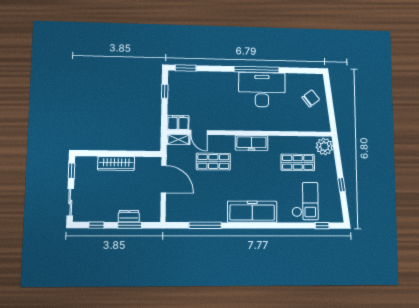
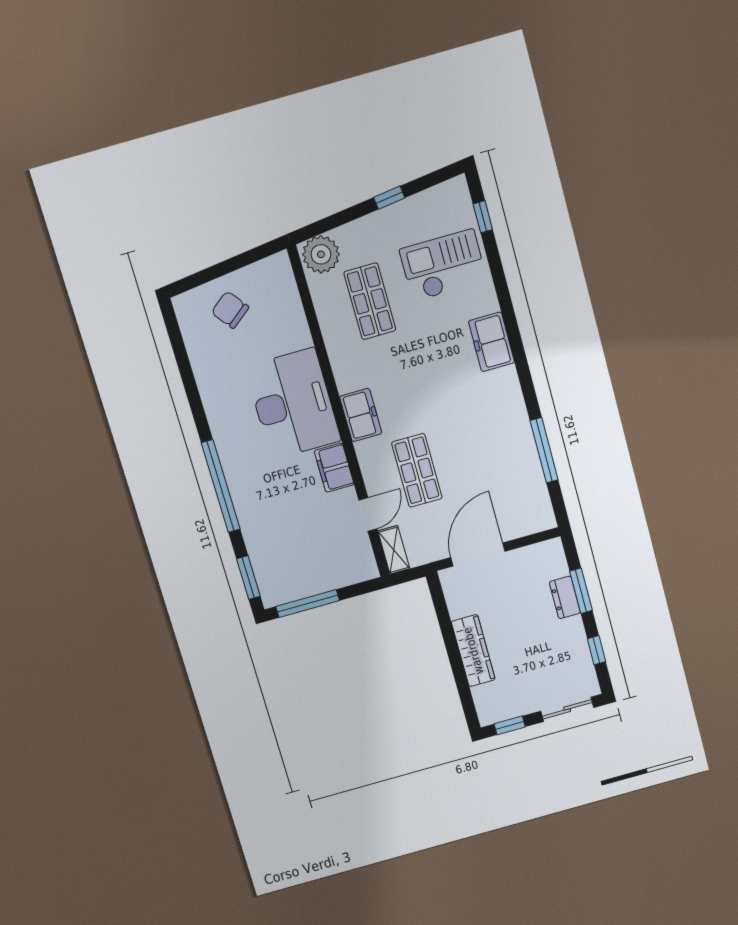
window: (257, 70) -> (221, 486), moved
desk: (262, 90) -> (293, 404), moved, turned 180
window: (165, 91) -> (308, 604), width x2.17
filing cabinet: (178, 122) -> (334, 468), moved
freezer: (252, 143) -> (361, 415), width x0.71
freezer: (252, 212) -> (491, 342), width x0.52, depth x0.79

